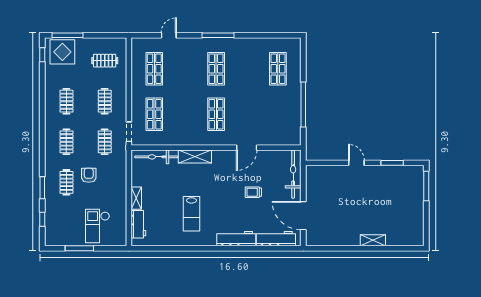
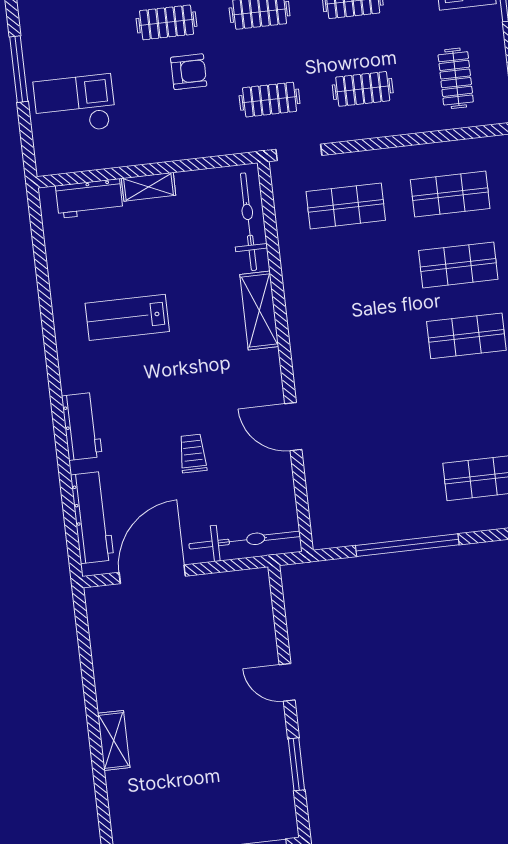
shop shelf: (216, 114) -> (458, 265), moved
door: (356, 163) -> (287, 682), swing flipped
workbench: (236, 239) -> (82, 426), width x0.73

